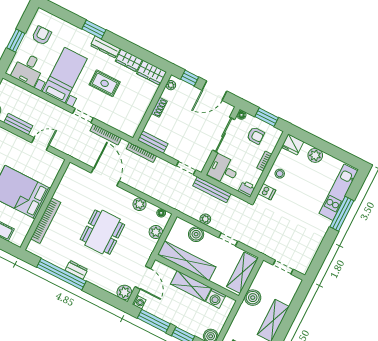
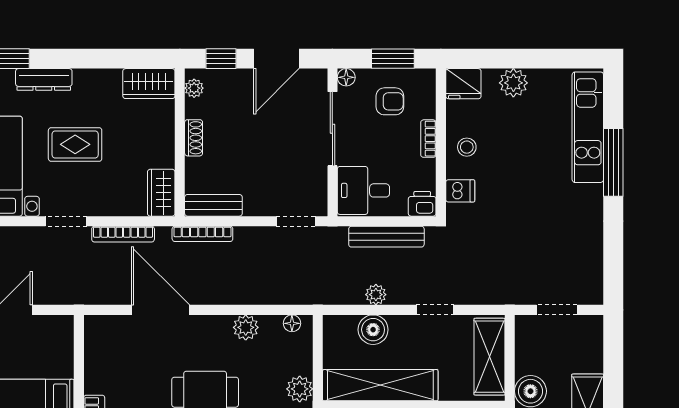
wardrobe: (129, 60) -> (161, 193), moved, turned 90
bench: (212, 190) -> (386, 237), moved
plant: (156, 232) -> (300, 389), moved

